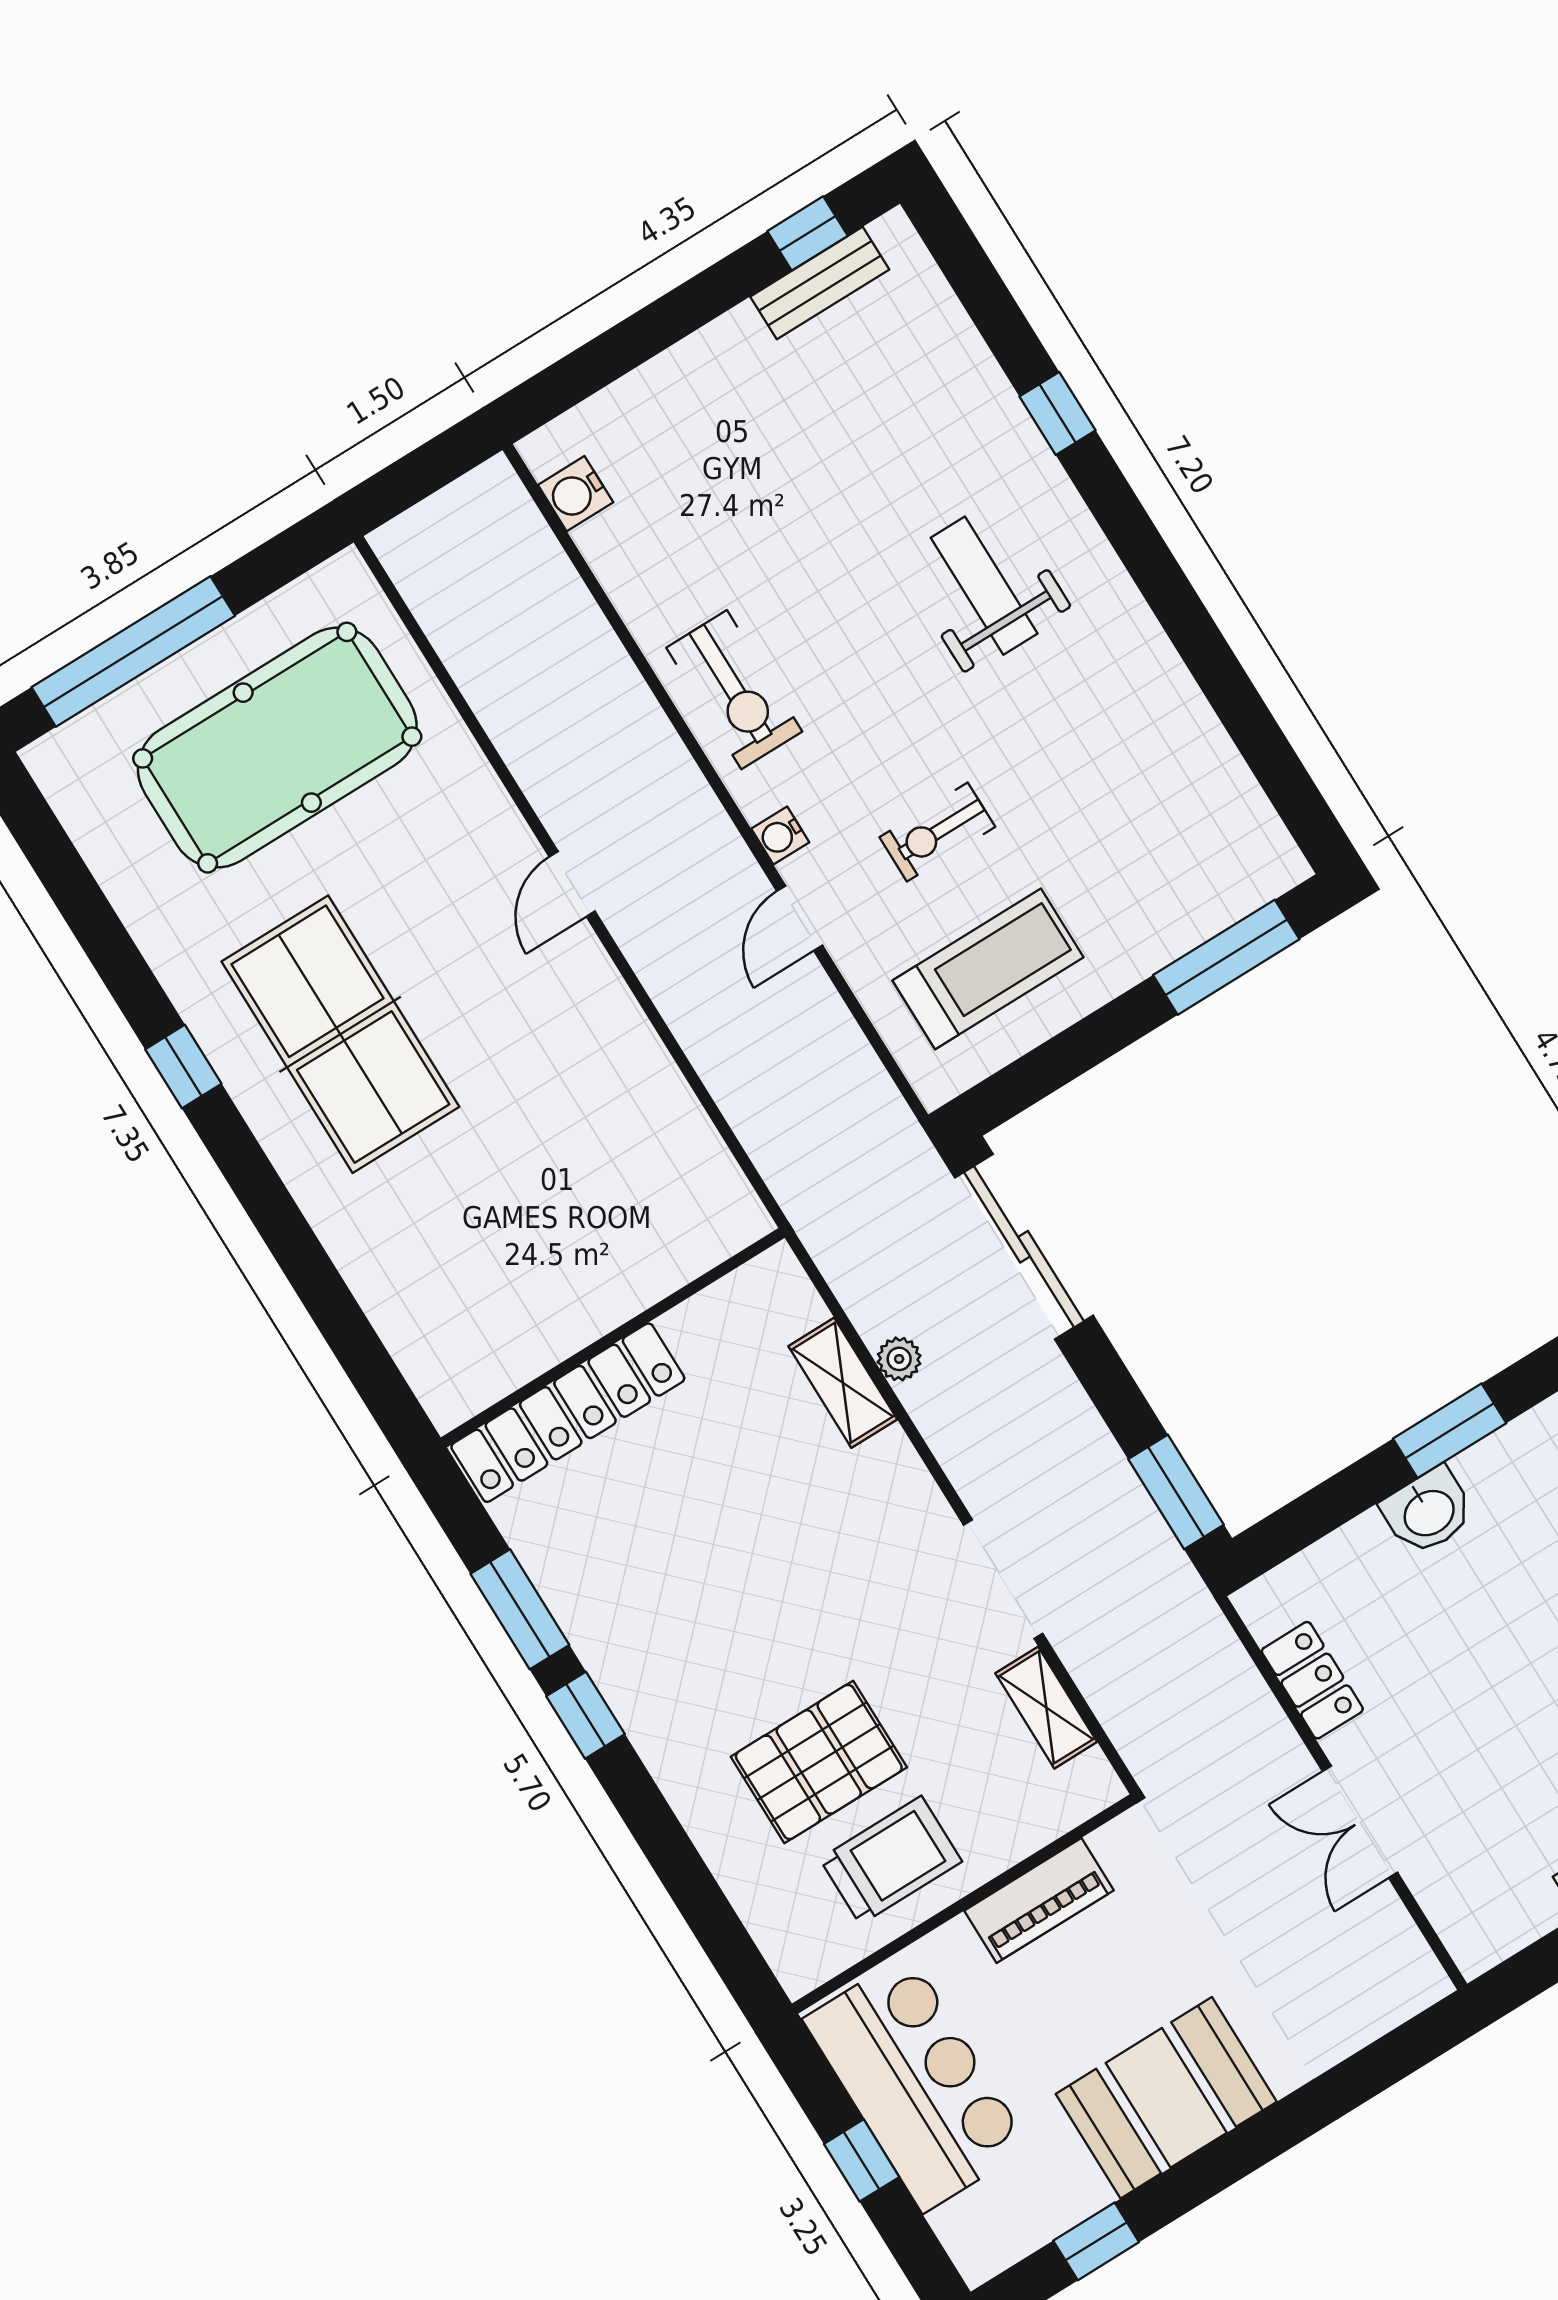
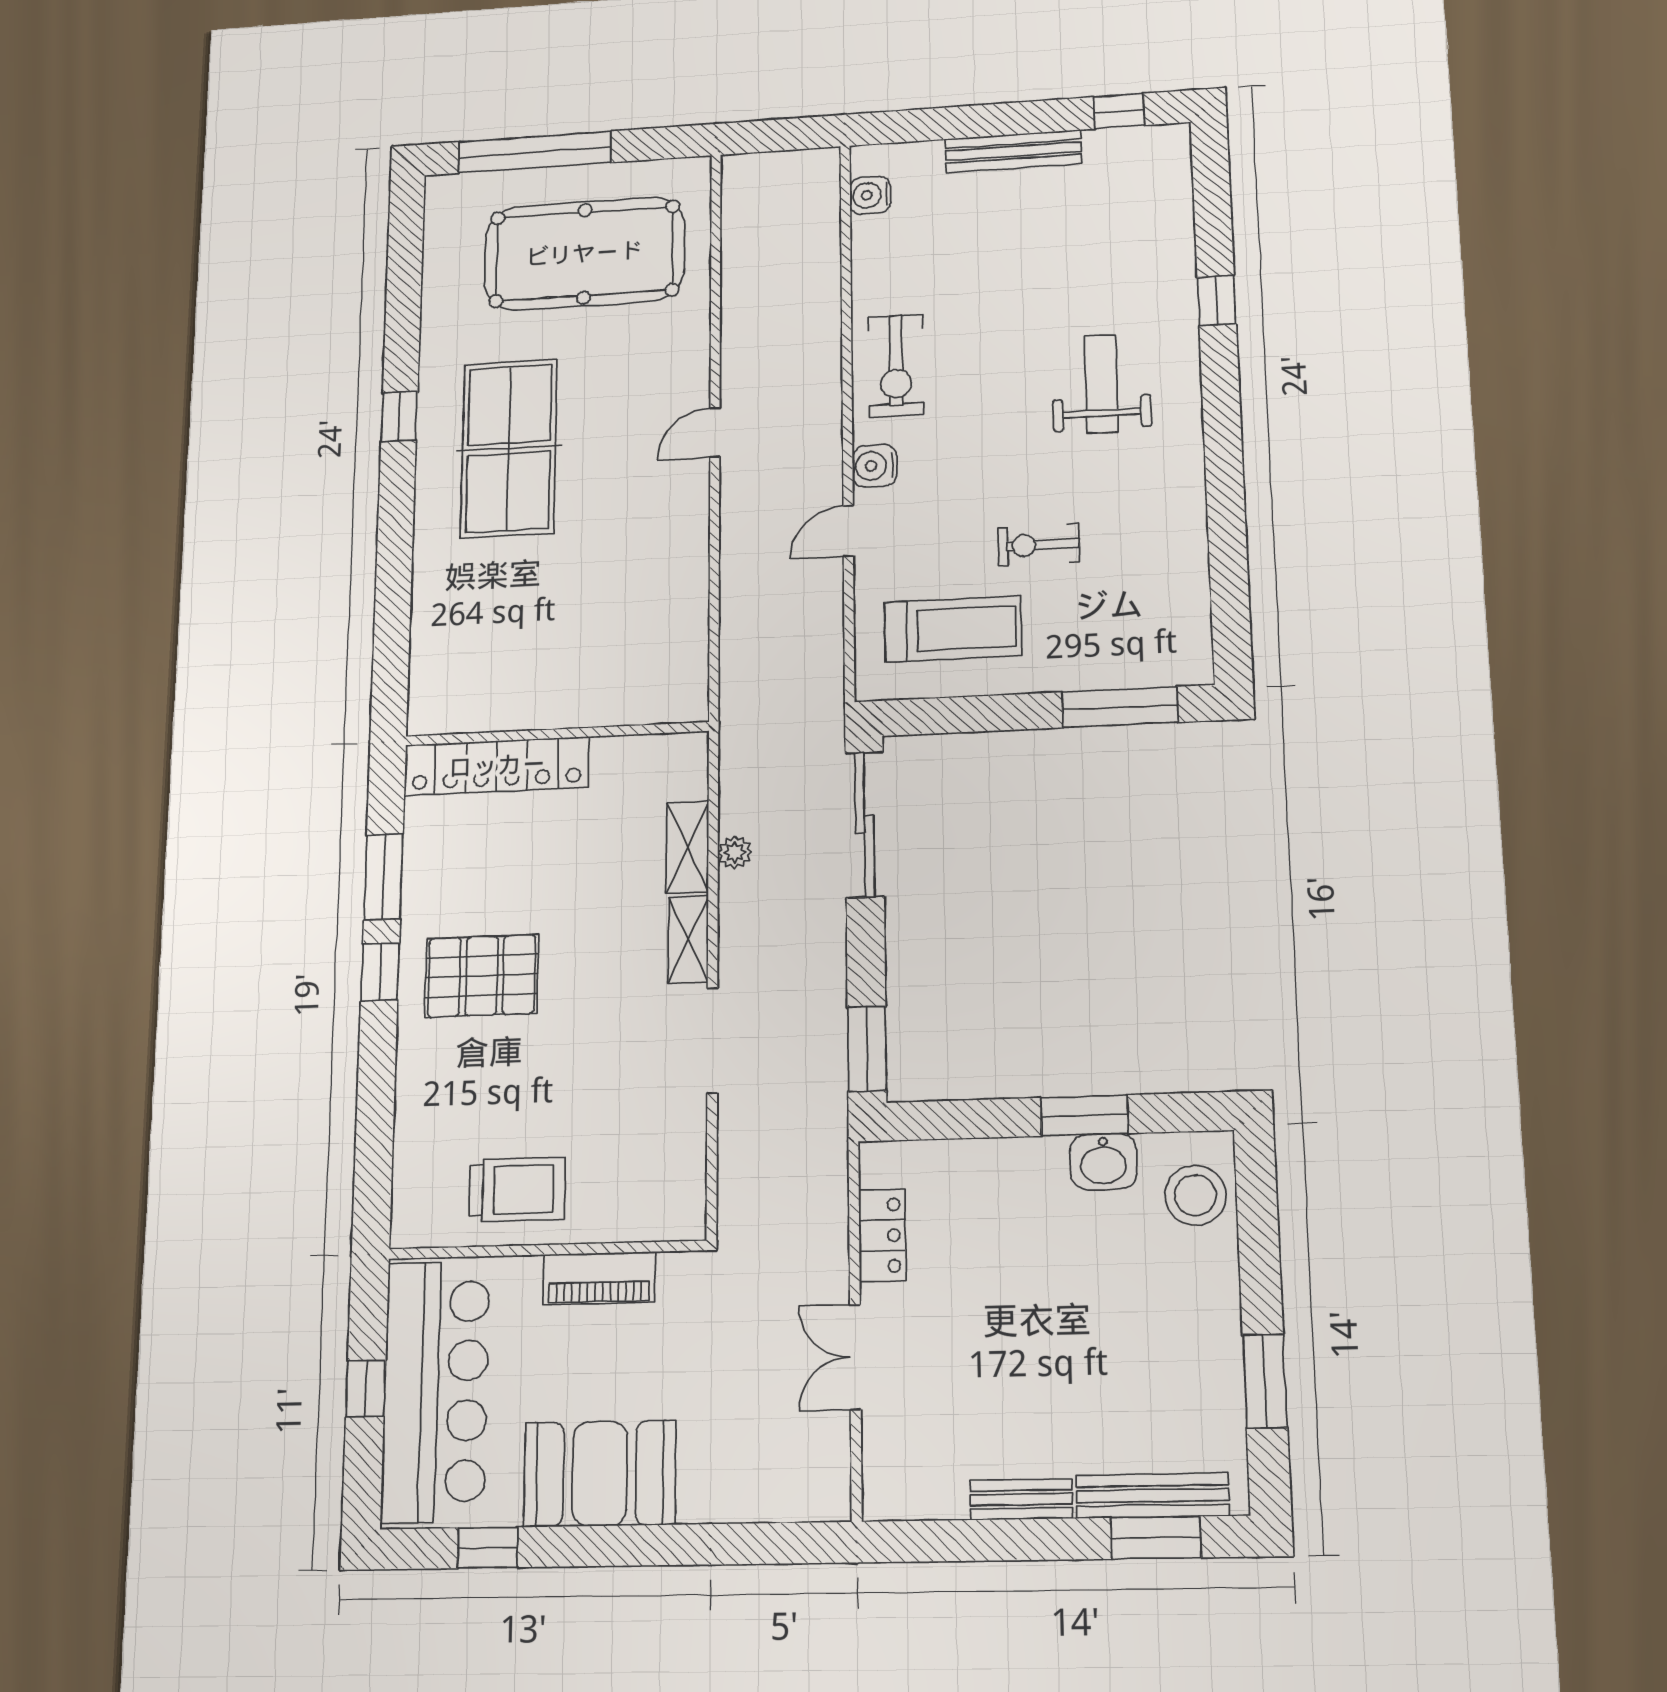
bench: (820, 283) -> (1013, 151), moved, width x1.36
exercise bike: (937, 832) -> (1039, 545), moved
water cooler: (780, 836) -> (875, 466), width x1.38, depth x1.38
washbasin: (1428, 1511) -> (1103, 1161), moved
shelving: (1046, 1708) -> (688, 940), moved
pallet: (819, 1762) -> (482, 976), moved
bar counter: (916, 2083) -> (435, 1391), width x1.36

